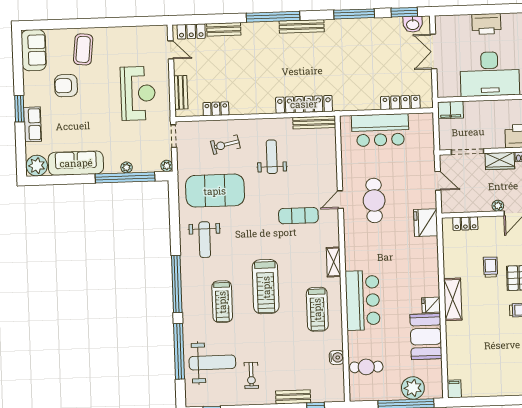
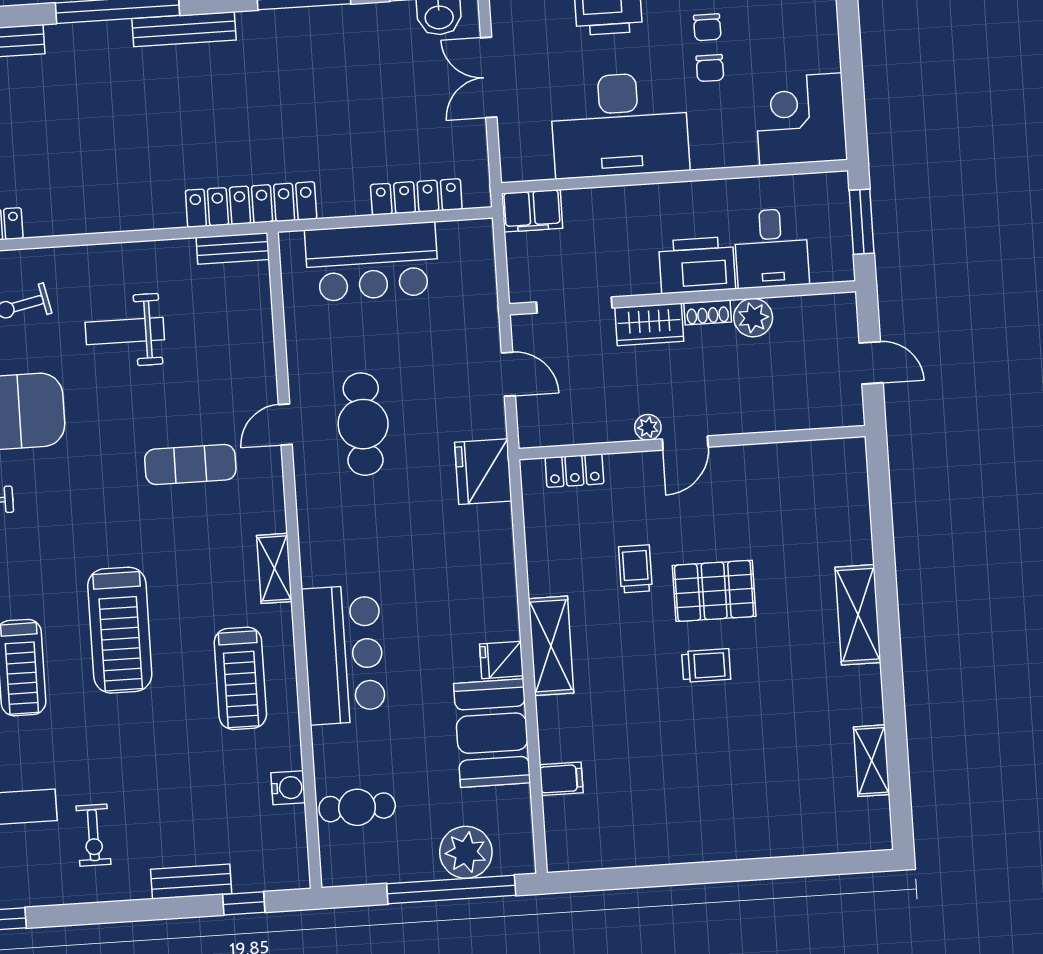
locker: (304, 104) -> (251, 205), moved
bench: (314, 123) -> (233, 248), width x0.73
weight bench: (272, 157) -> (125, 331), turned -90
filing cabinet: (454, 389) -> (561, 779), moved, turned 90

